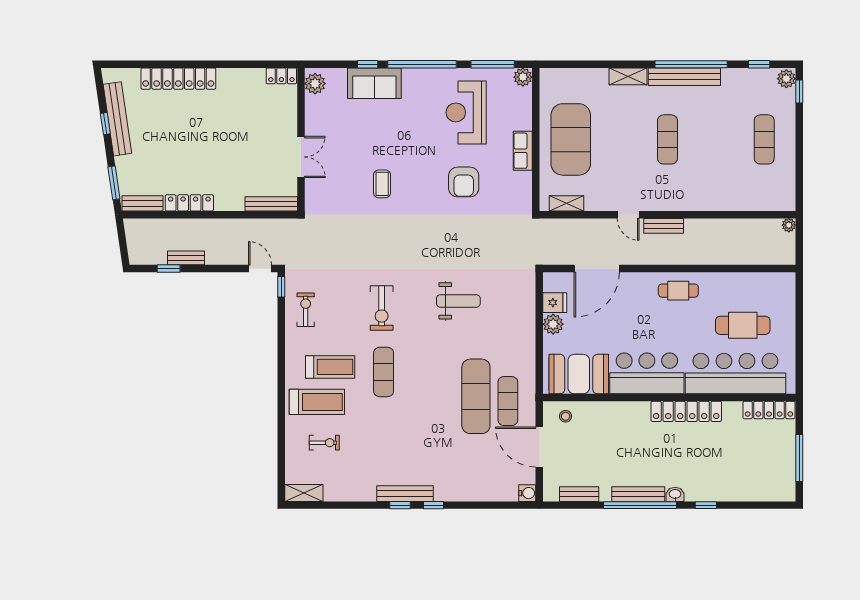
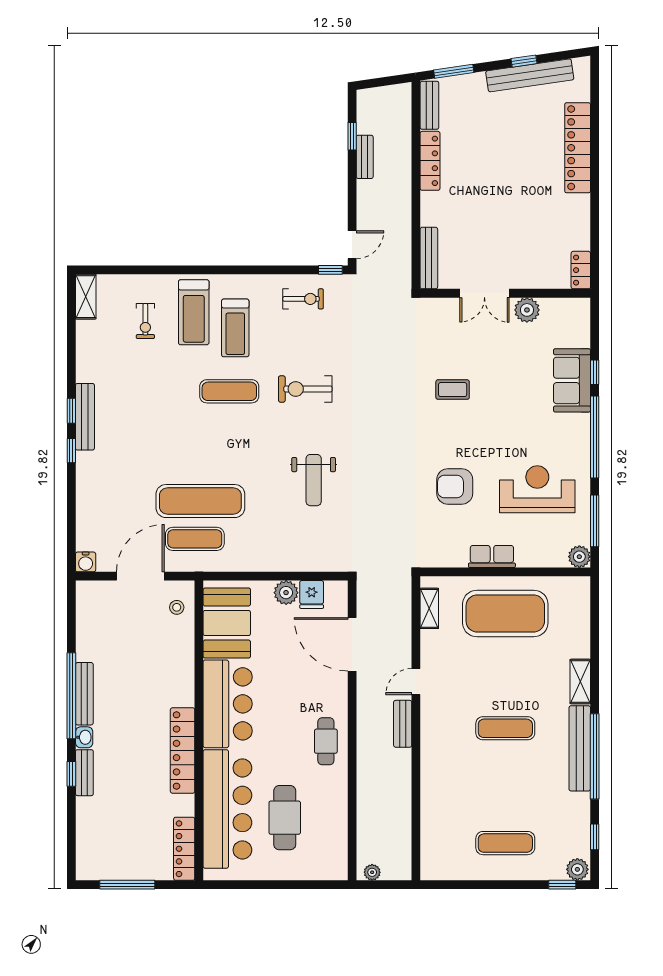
plant: (315, 84) -> (527, 310), moved
plant: (789, 225) -> (372, 872), moved
bench: (579, 494) -> (84, 773), moved

